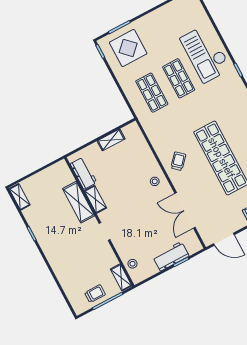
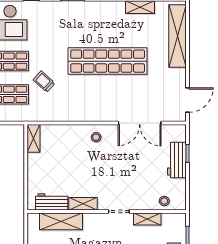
shelving: (111, 140) -> (34, 138), moved
trolley: (178, 161) -> (44, 82), moved
shelving: (79, 202) -> (61, 221), moved
shelving: (121, 277) -> (147, 219), moved

